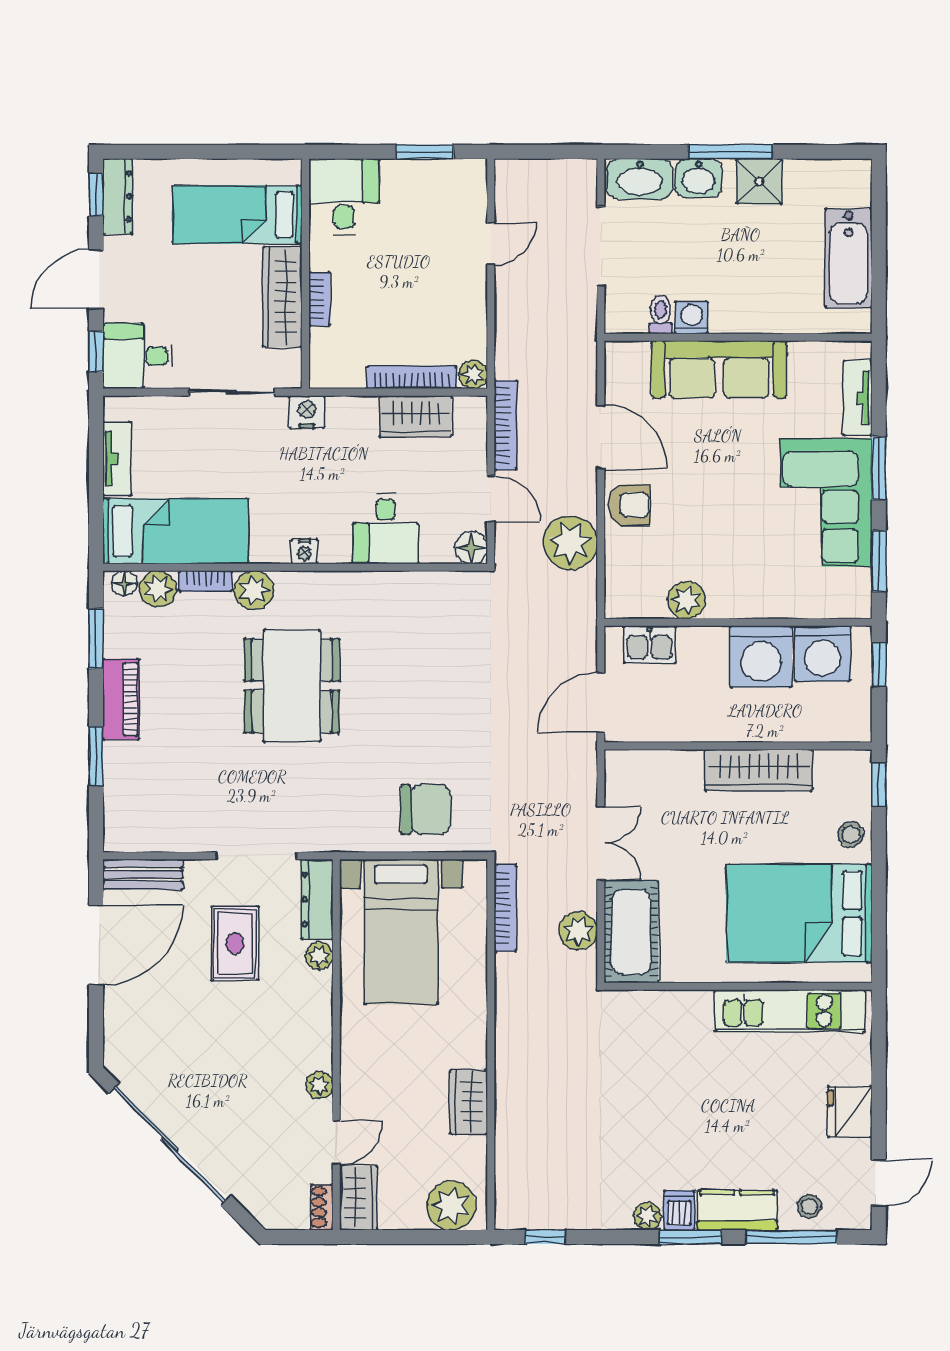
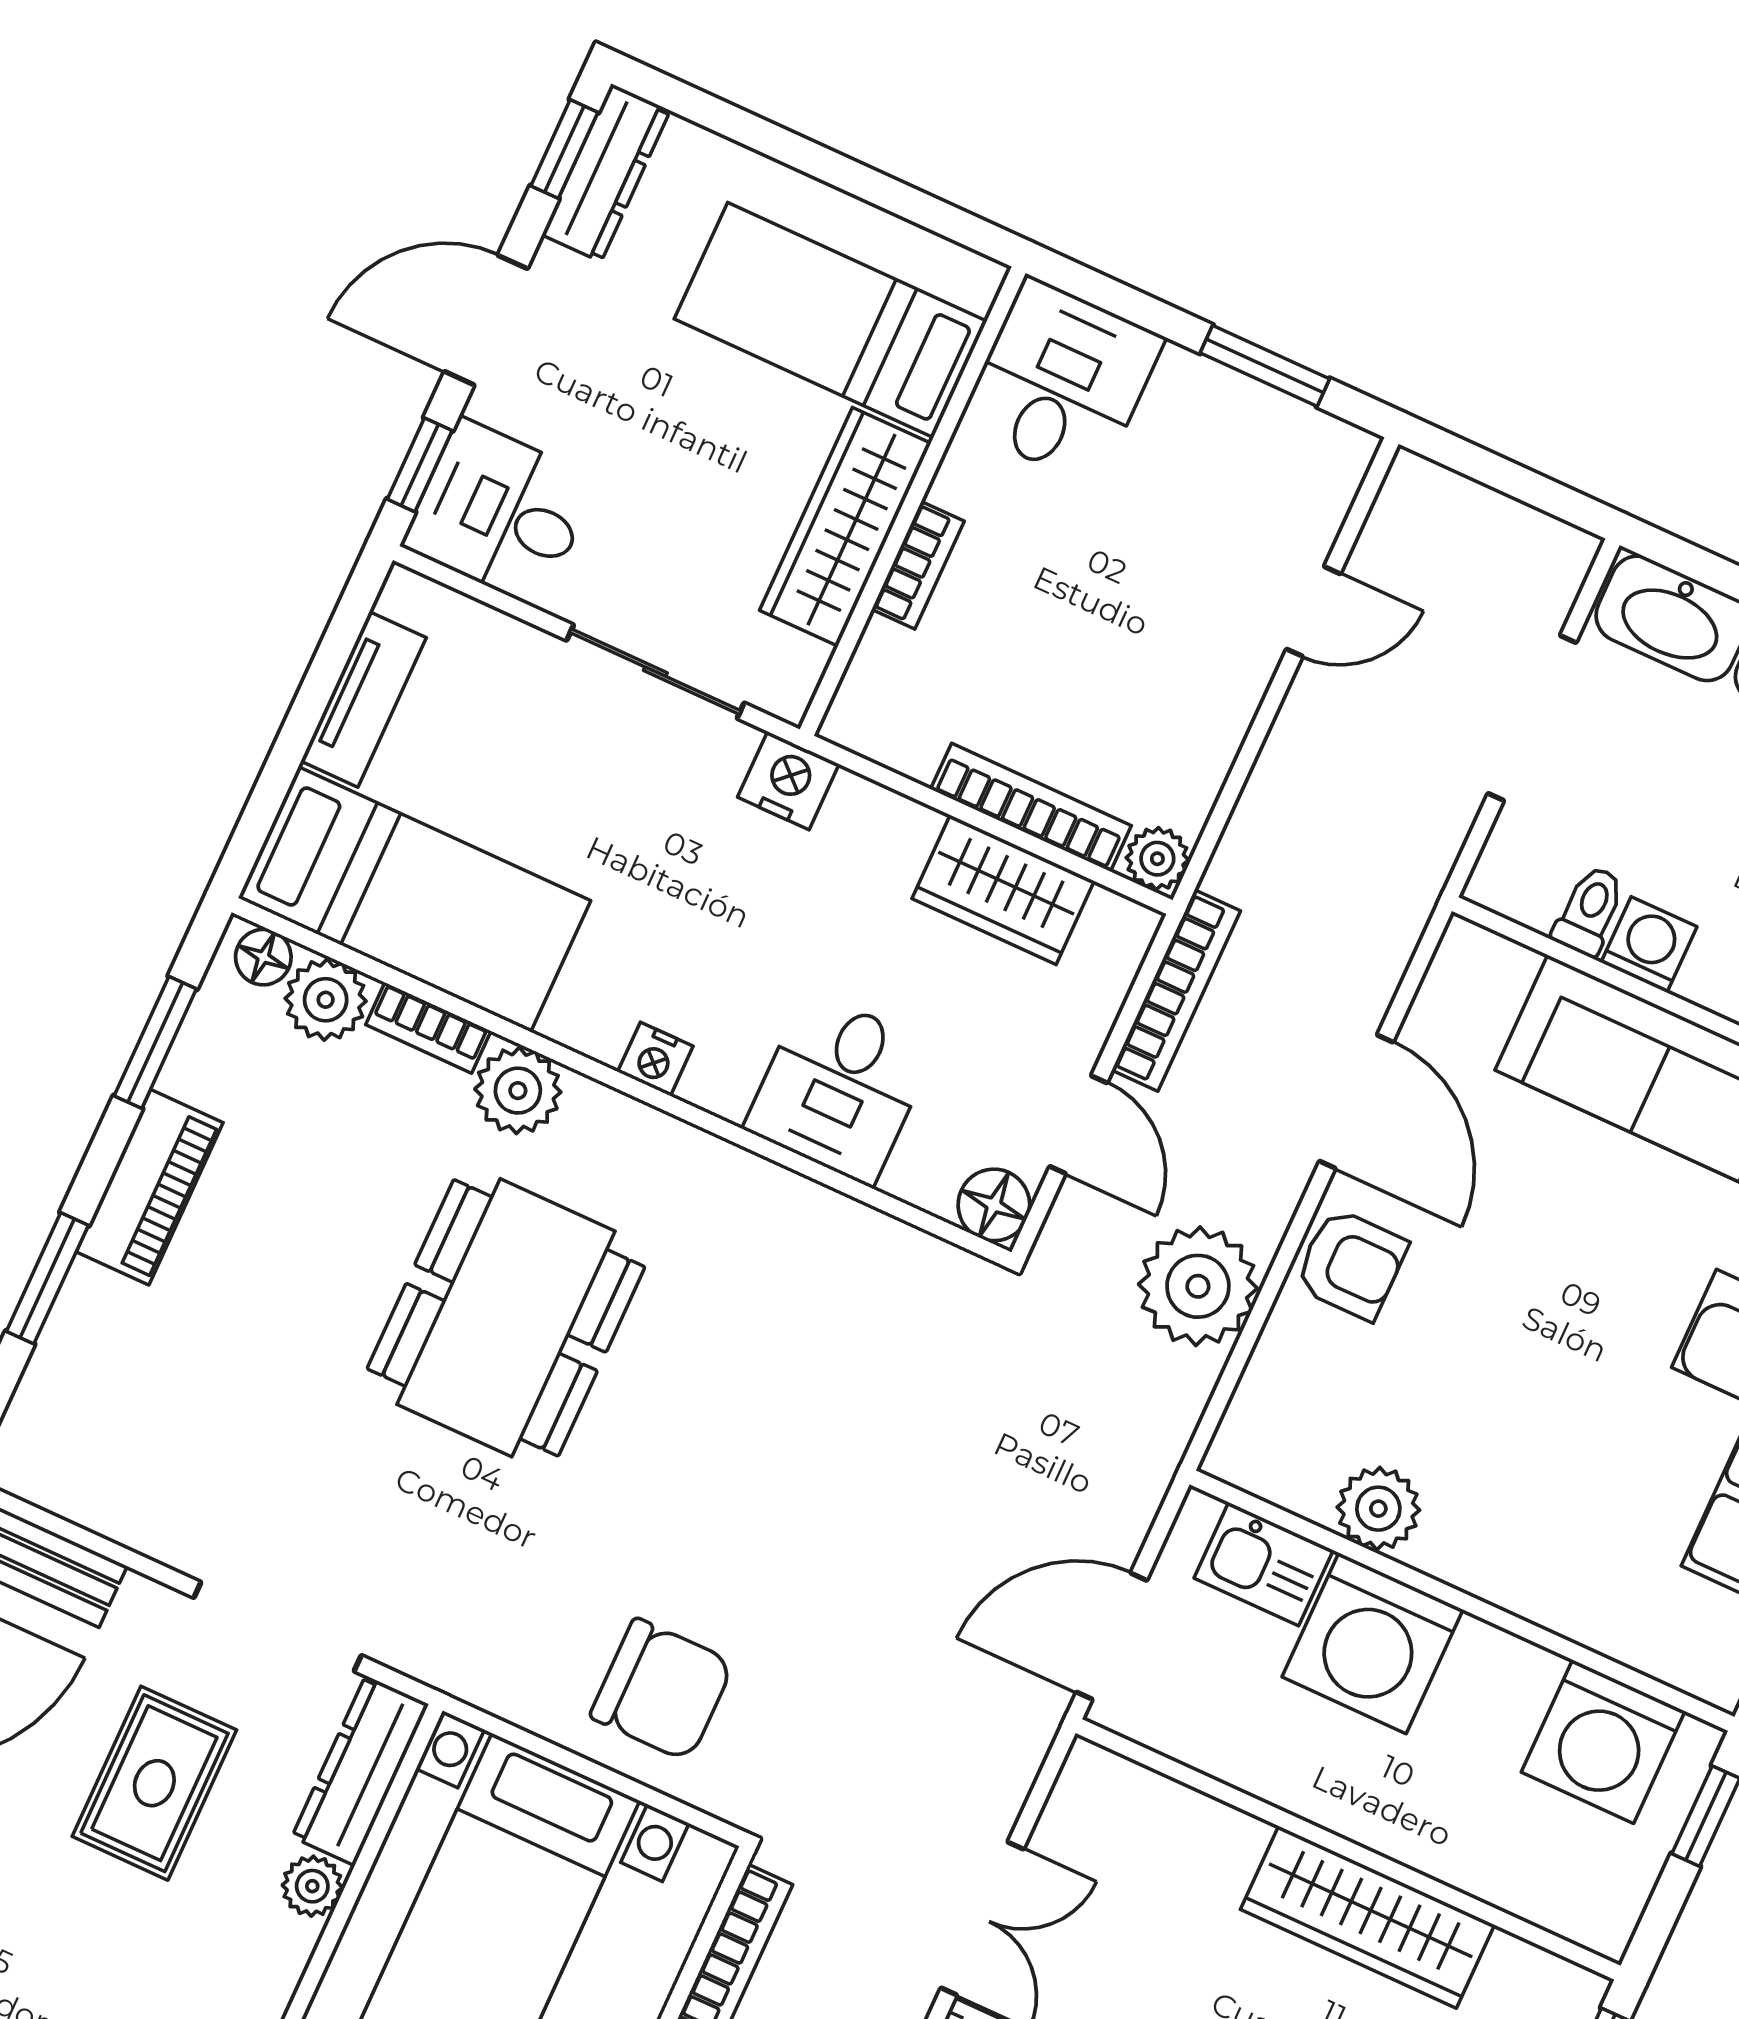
washing machine: (761, 657) -> (1372, 1643), moved

